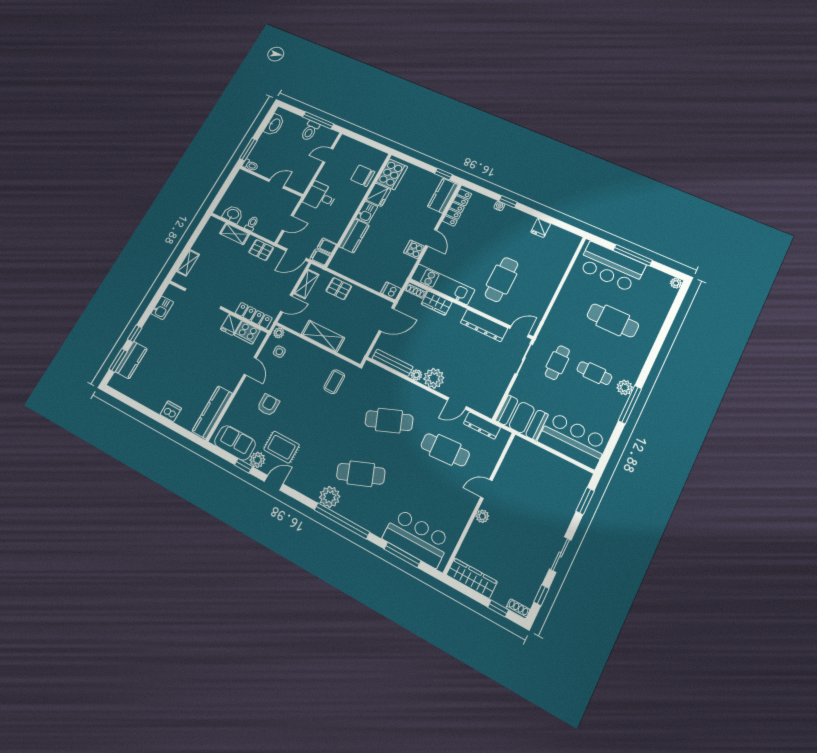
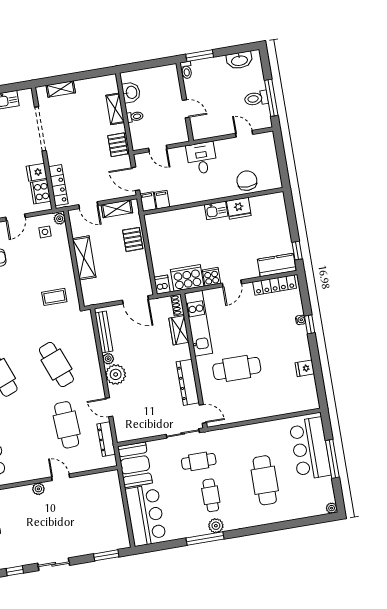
cooker: (392, 174) -> (187, 278), moved, turned 180
kitchen counter: (354, 236) -> (187, 216), removed

